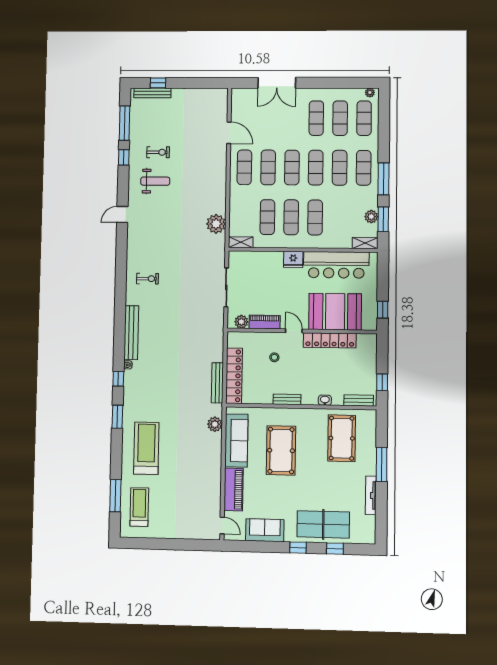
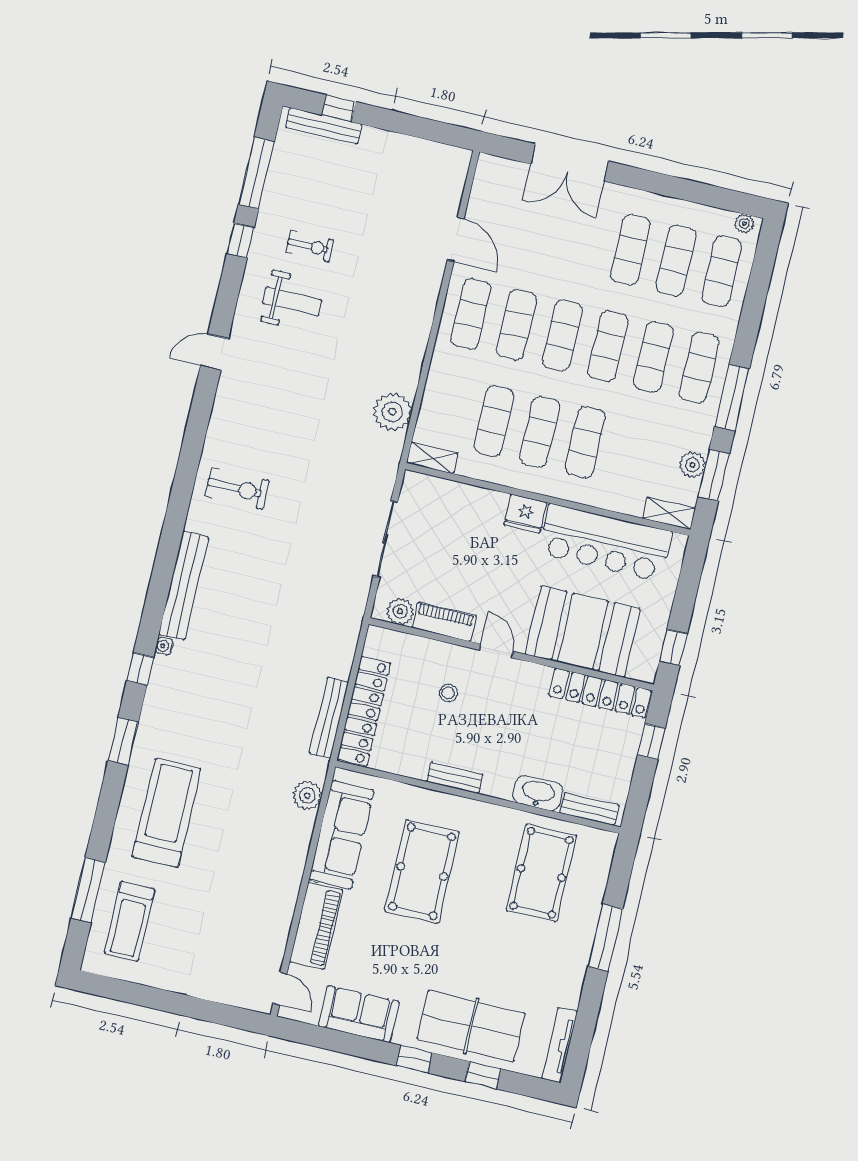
exercise bike: (148, 279) -> (237, 488), width x1.38, depth x1.39
locker: (330, 340) -> (600, 693), moved
window: (382, 382) -> (651, 741), moved
washbasin: (325, 400) -> (538, 793), width x1.91, depth x1.45
tv unit: (371, 495) -> (560, 1045), moved
treadmill: (139, 507) -> (130, 921), turned 180

